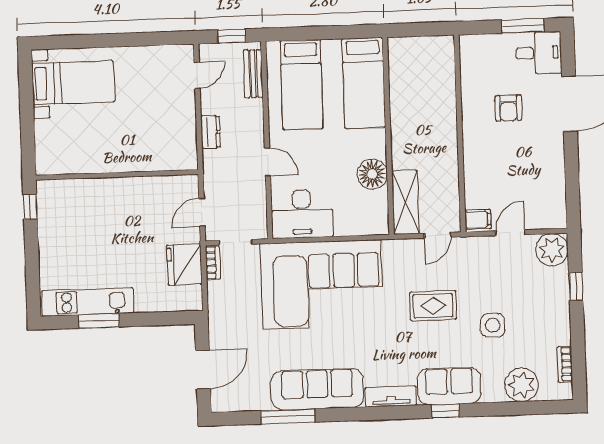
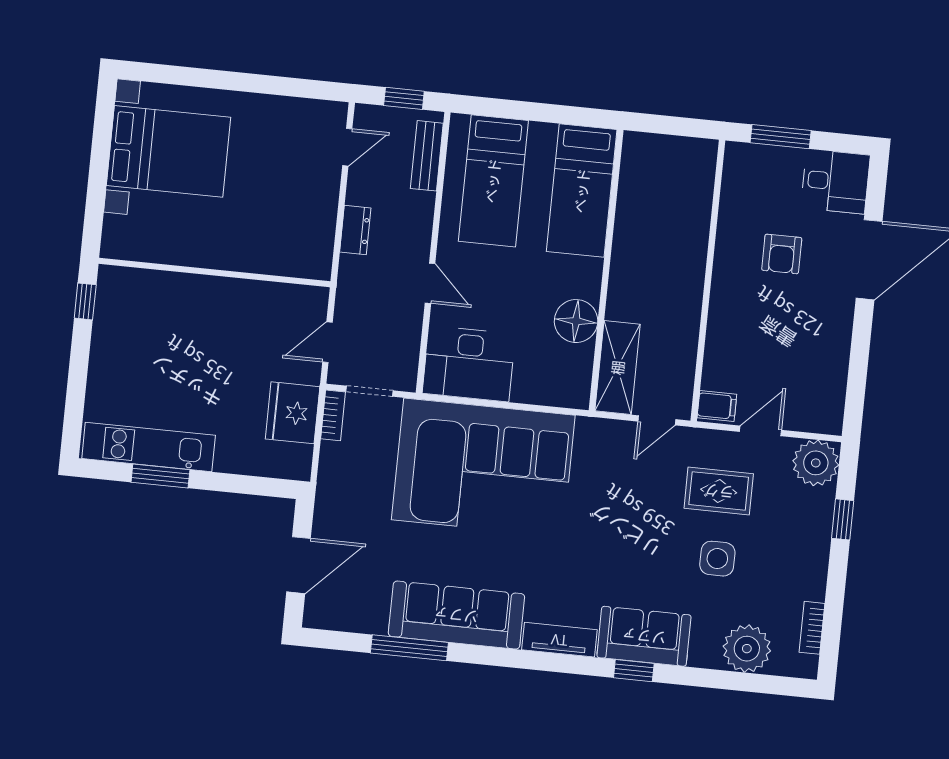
window: (523, 26) -> (781, 137), moved
bed with nightstands: (73, 83) -> (168, 151), width x1.36
rug: (433, 306) -> (719, 491), moved

